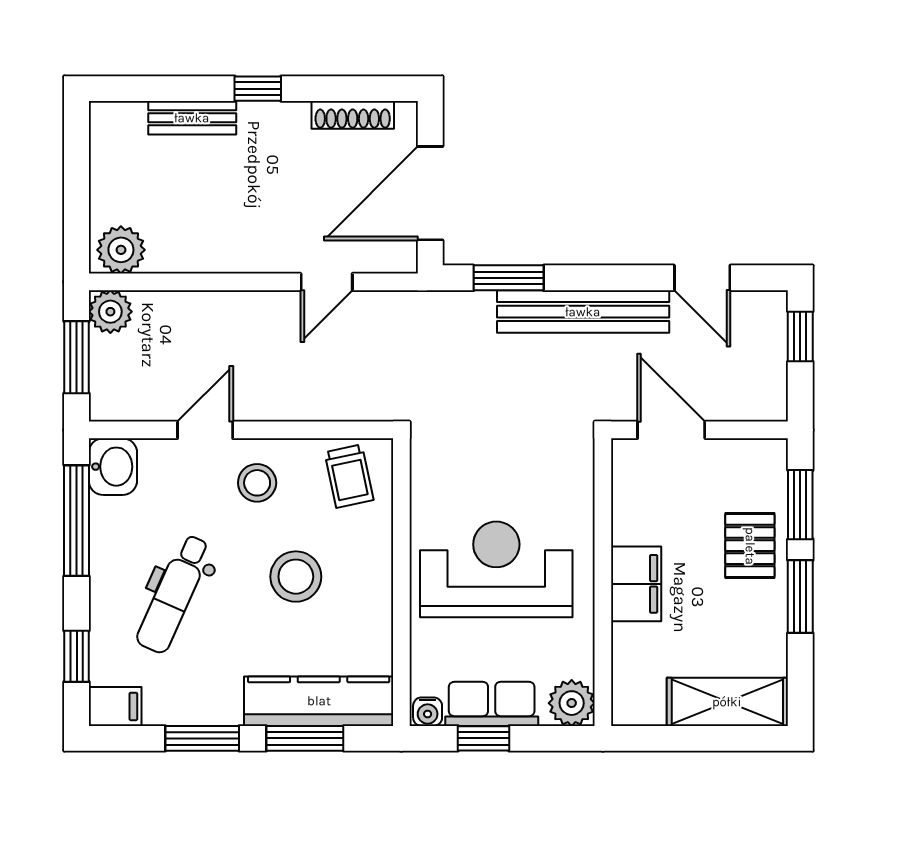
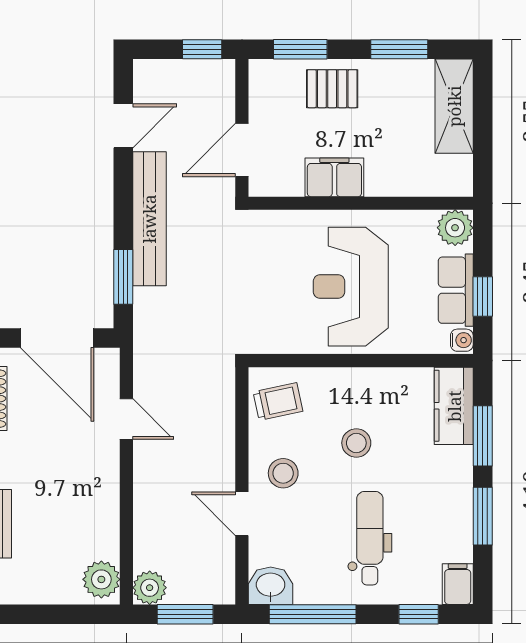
window: (800, 337) -> (202, 49), moved
stool: (296, 577) -> (356, 443), width x0.73, depth x0.73
filing cabinet: (636, 584) -> (334, 177), moved
dental chair: (174, 594) -> (370, 538), turned -114
window: (800, 597) -> (399, 49), moved
kitchen counter: (319, 701) -> (454, 406), width x0.67

